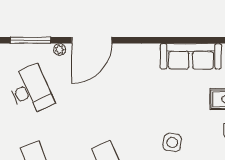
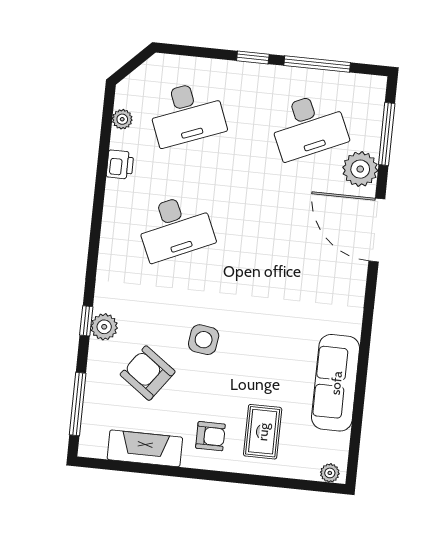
plant: (60, 49) -> (360, 169), width x1.88, depth x1.88

